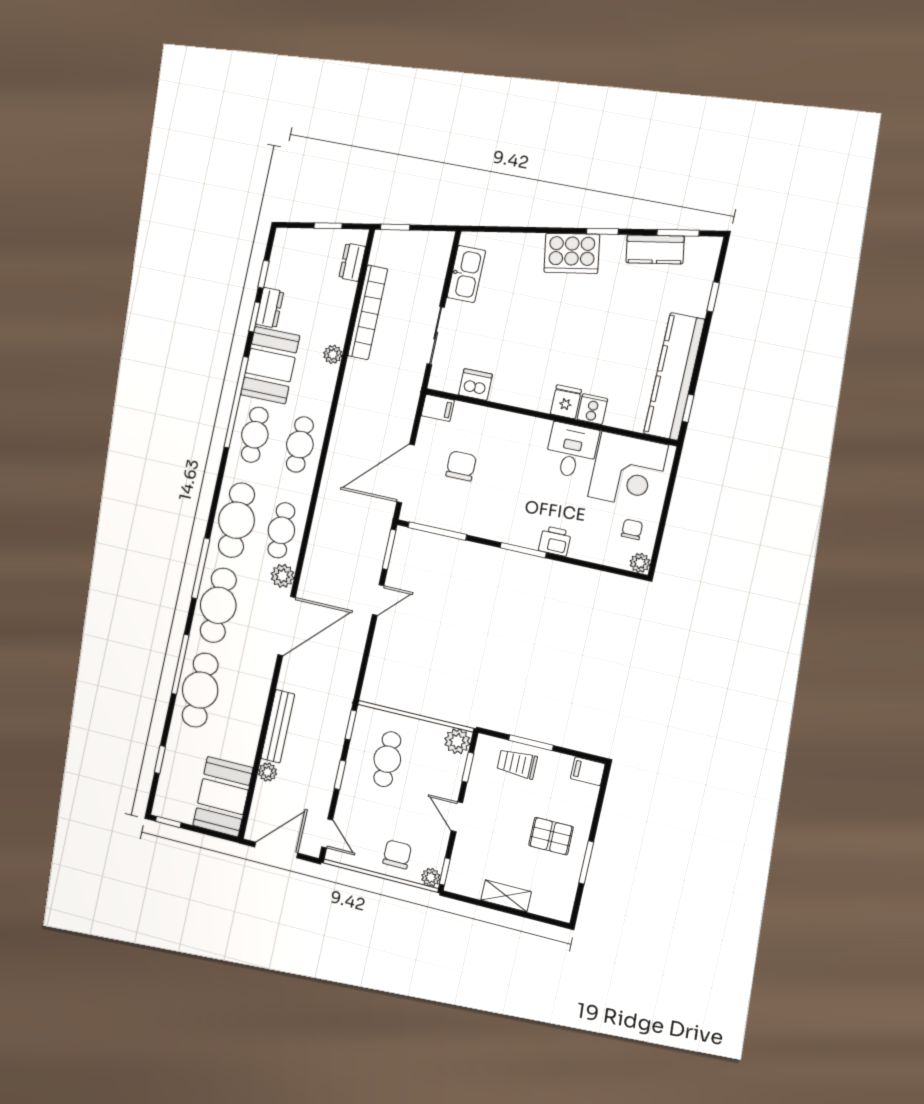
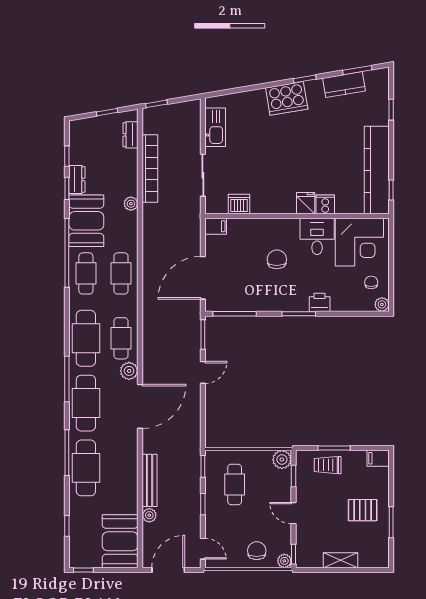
chair: (461, 466) -> (277, 259), moved

